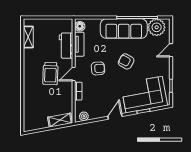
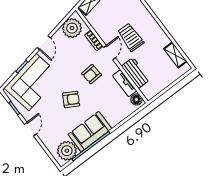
sofa: (124, 29) -> (90, 132), width x0.73
door: (171, 50) -> (30, 129), moved
plant: (84, 116) -> (72, 28), width x1.88, depth x1.88

